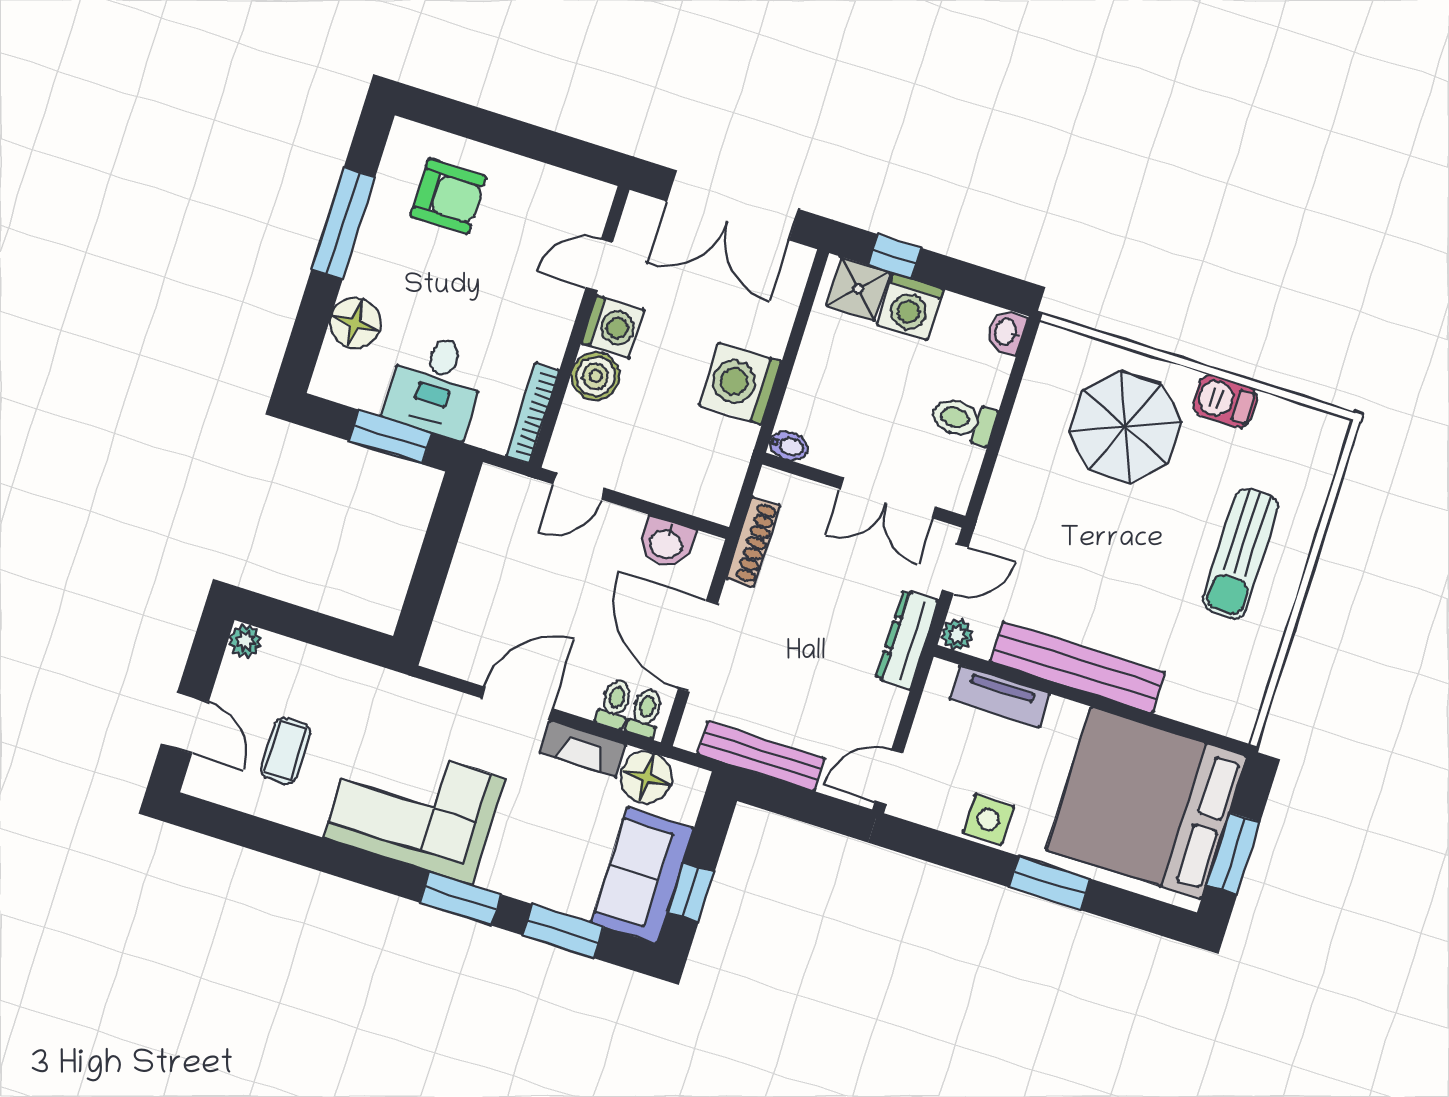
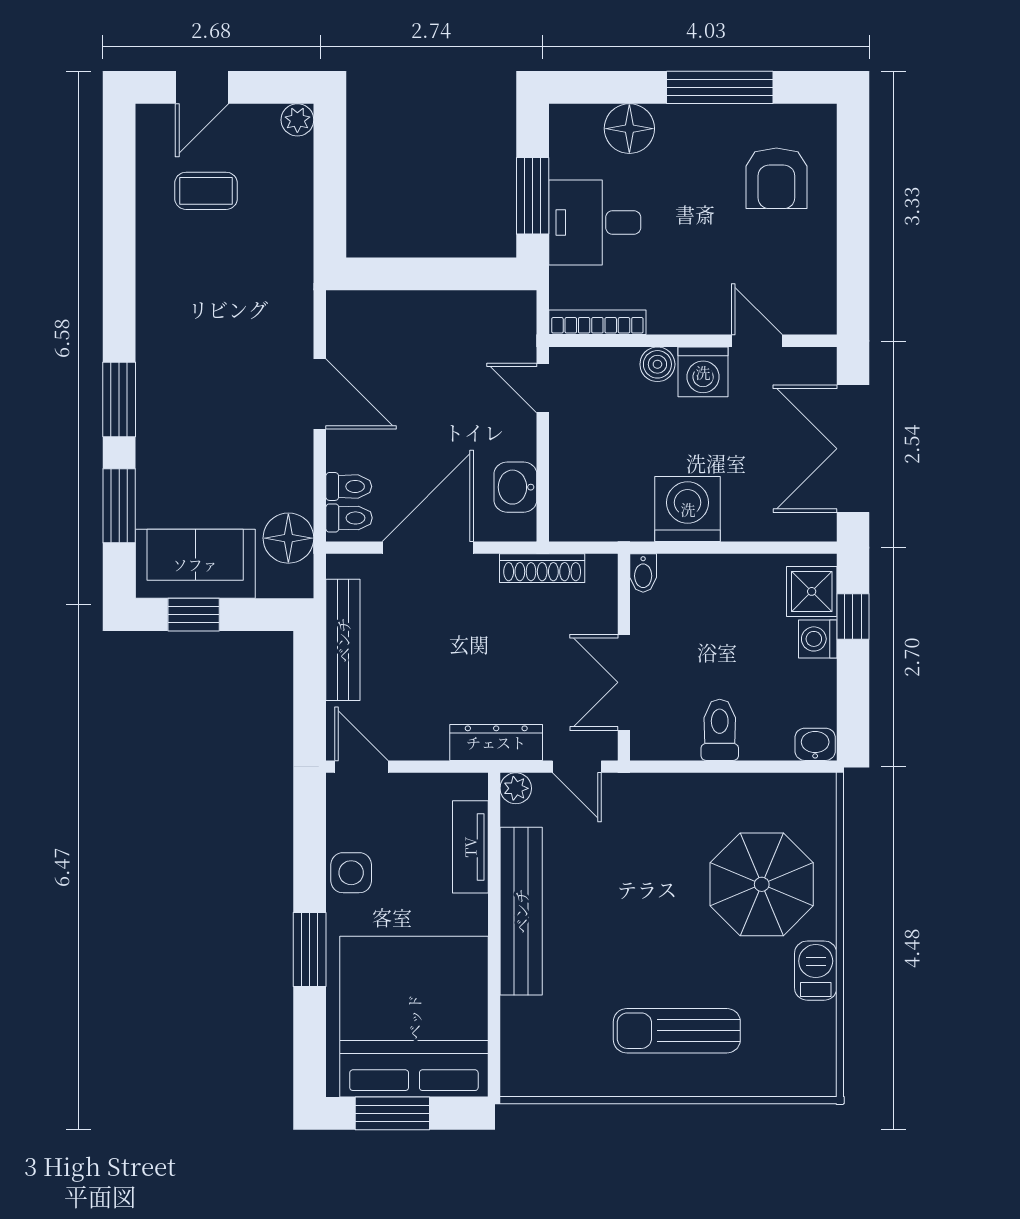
washing machine: (910, 307) -> (818, 639), width x0.73, depth x0.73
boiler: (596, 376) -> (657, 364), width x0.73, depth x0.73
fireplace: (583, 749) -> (297, 470), removed
corner sofa: (414, 808) -> (190, 329), removed

